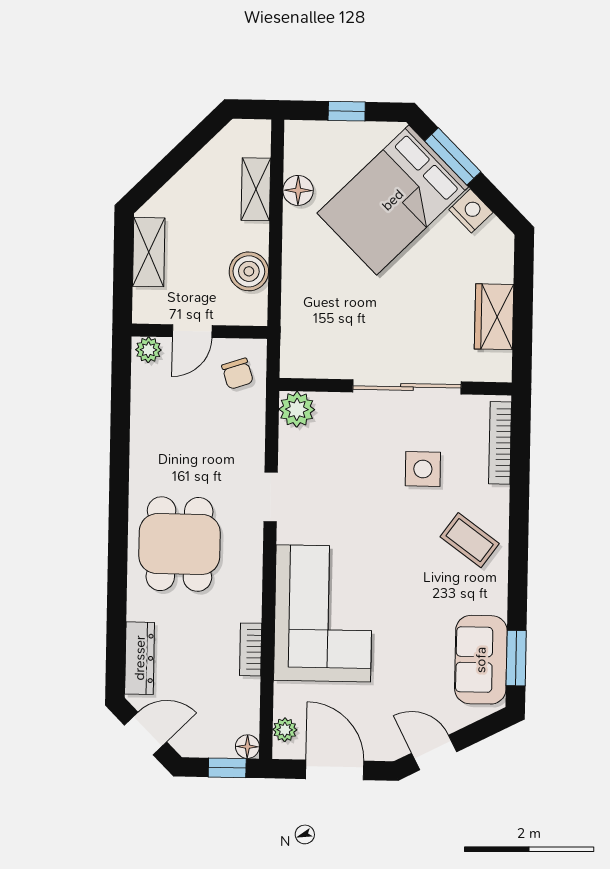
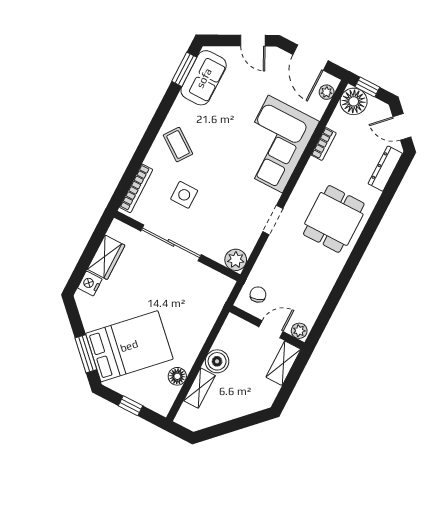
nightstand: (471, 211) -> (90, 284), moved, turned 45
shelving: (149, 252) -> (283, 363), moved
boiler: (249, 271) -> (217, 361), moved
floor lamp: (247, 747) -> (354, 101), width x1.89, depth x1.89

